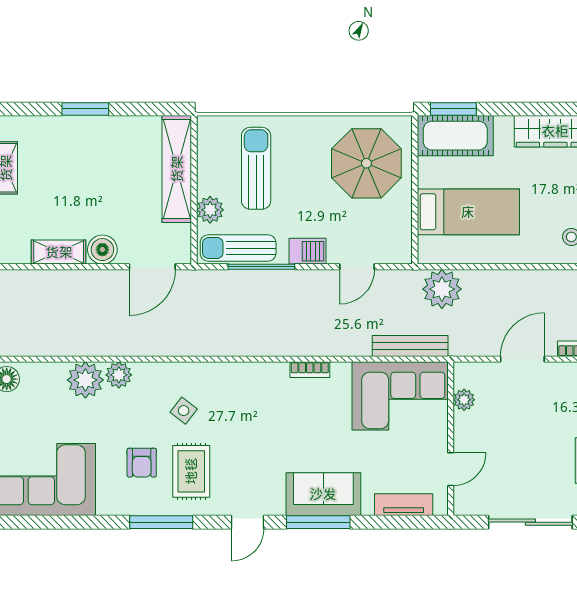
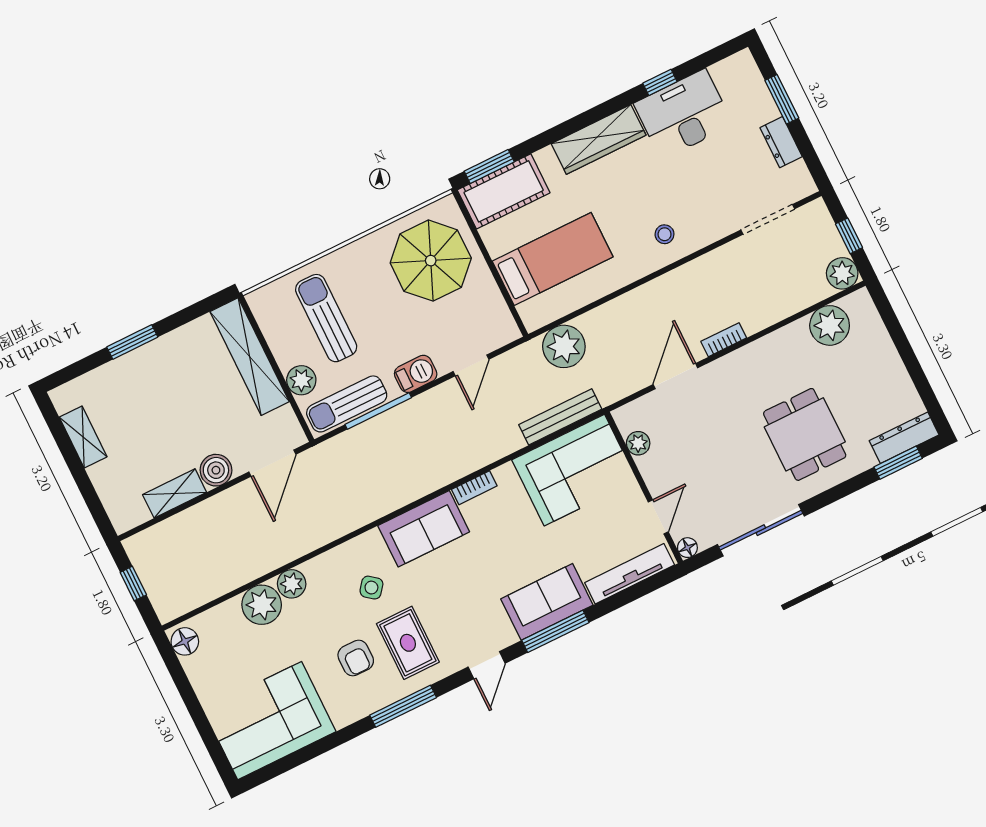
sofa: (251, 383) -> (424, 529), added
tv unit: (404, 505) -> (630, 574), width x1.41
floor lamp: (462, 507) -> (687, 548), added

